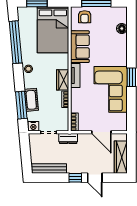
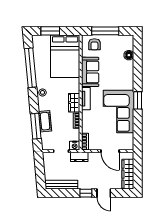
nightstand: (33, 126) -> (75, 146), moved

